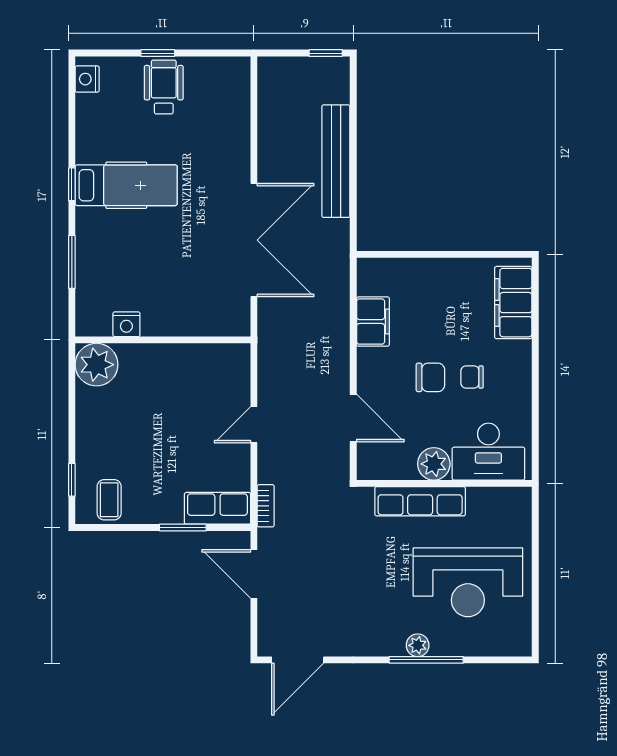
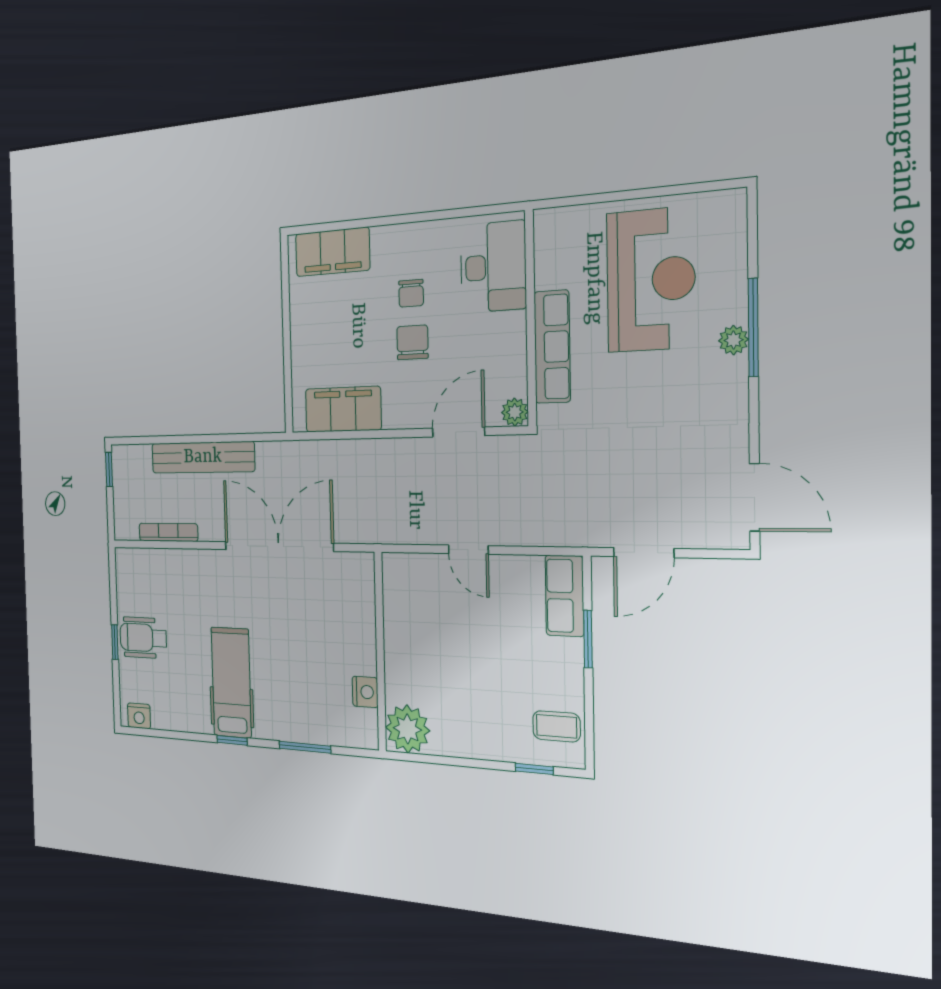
filing cabinet: (373, 322) -> (343, 409), width x1.50, depth x1.17
plant: (434, 464) -> (515, 412), moved, width x0.73, depth x0.73
bookcase: (266, 506) -> (168, 532), moved, width x1.56

